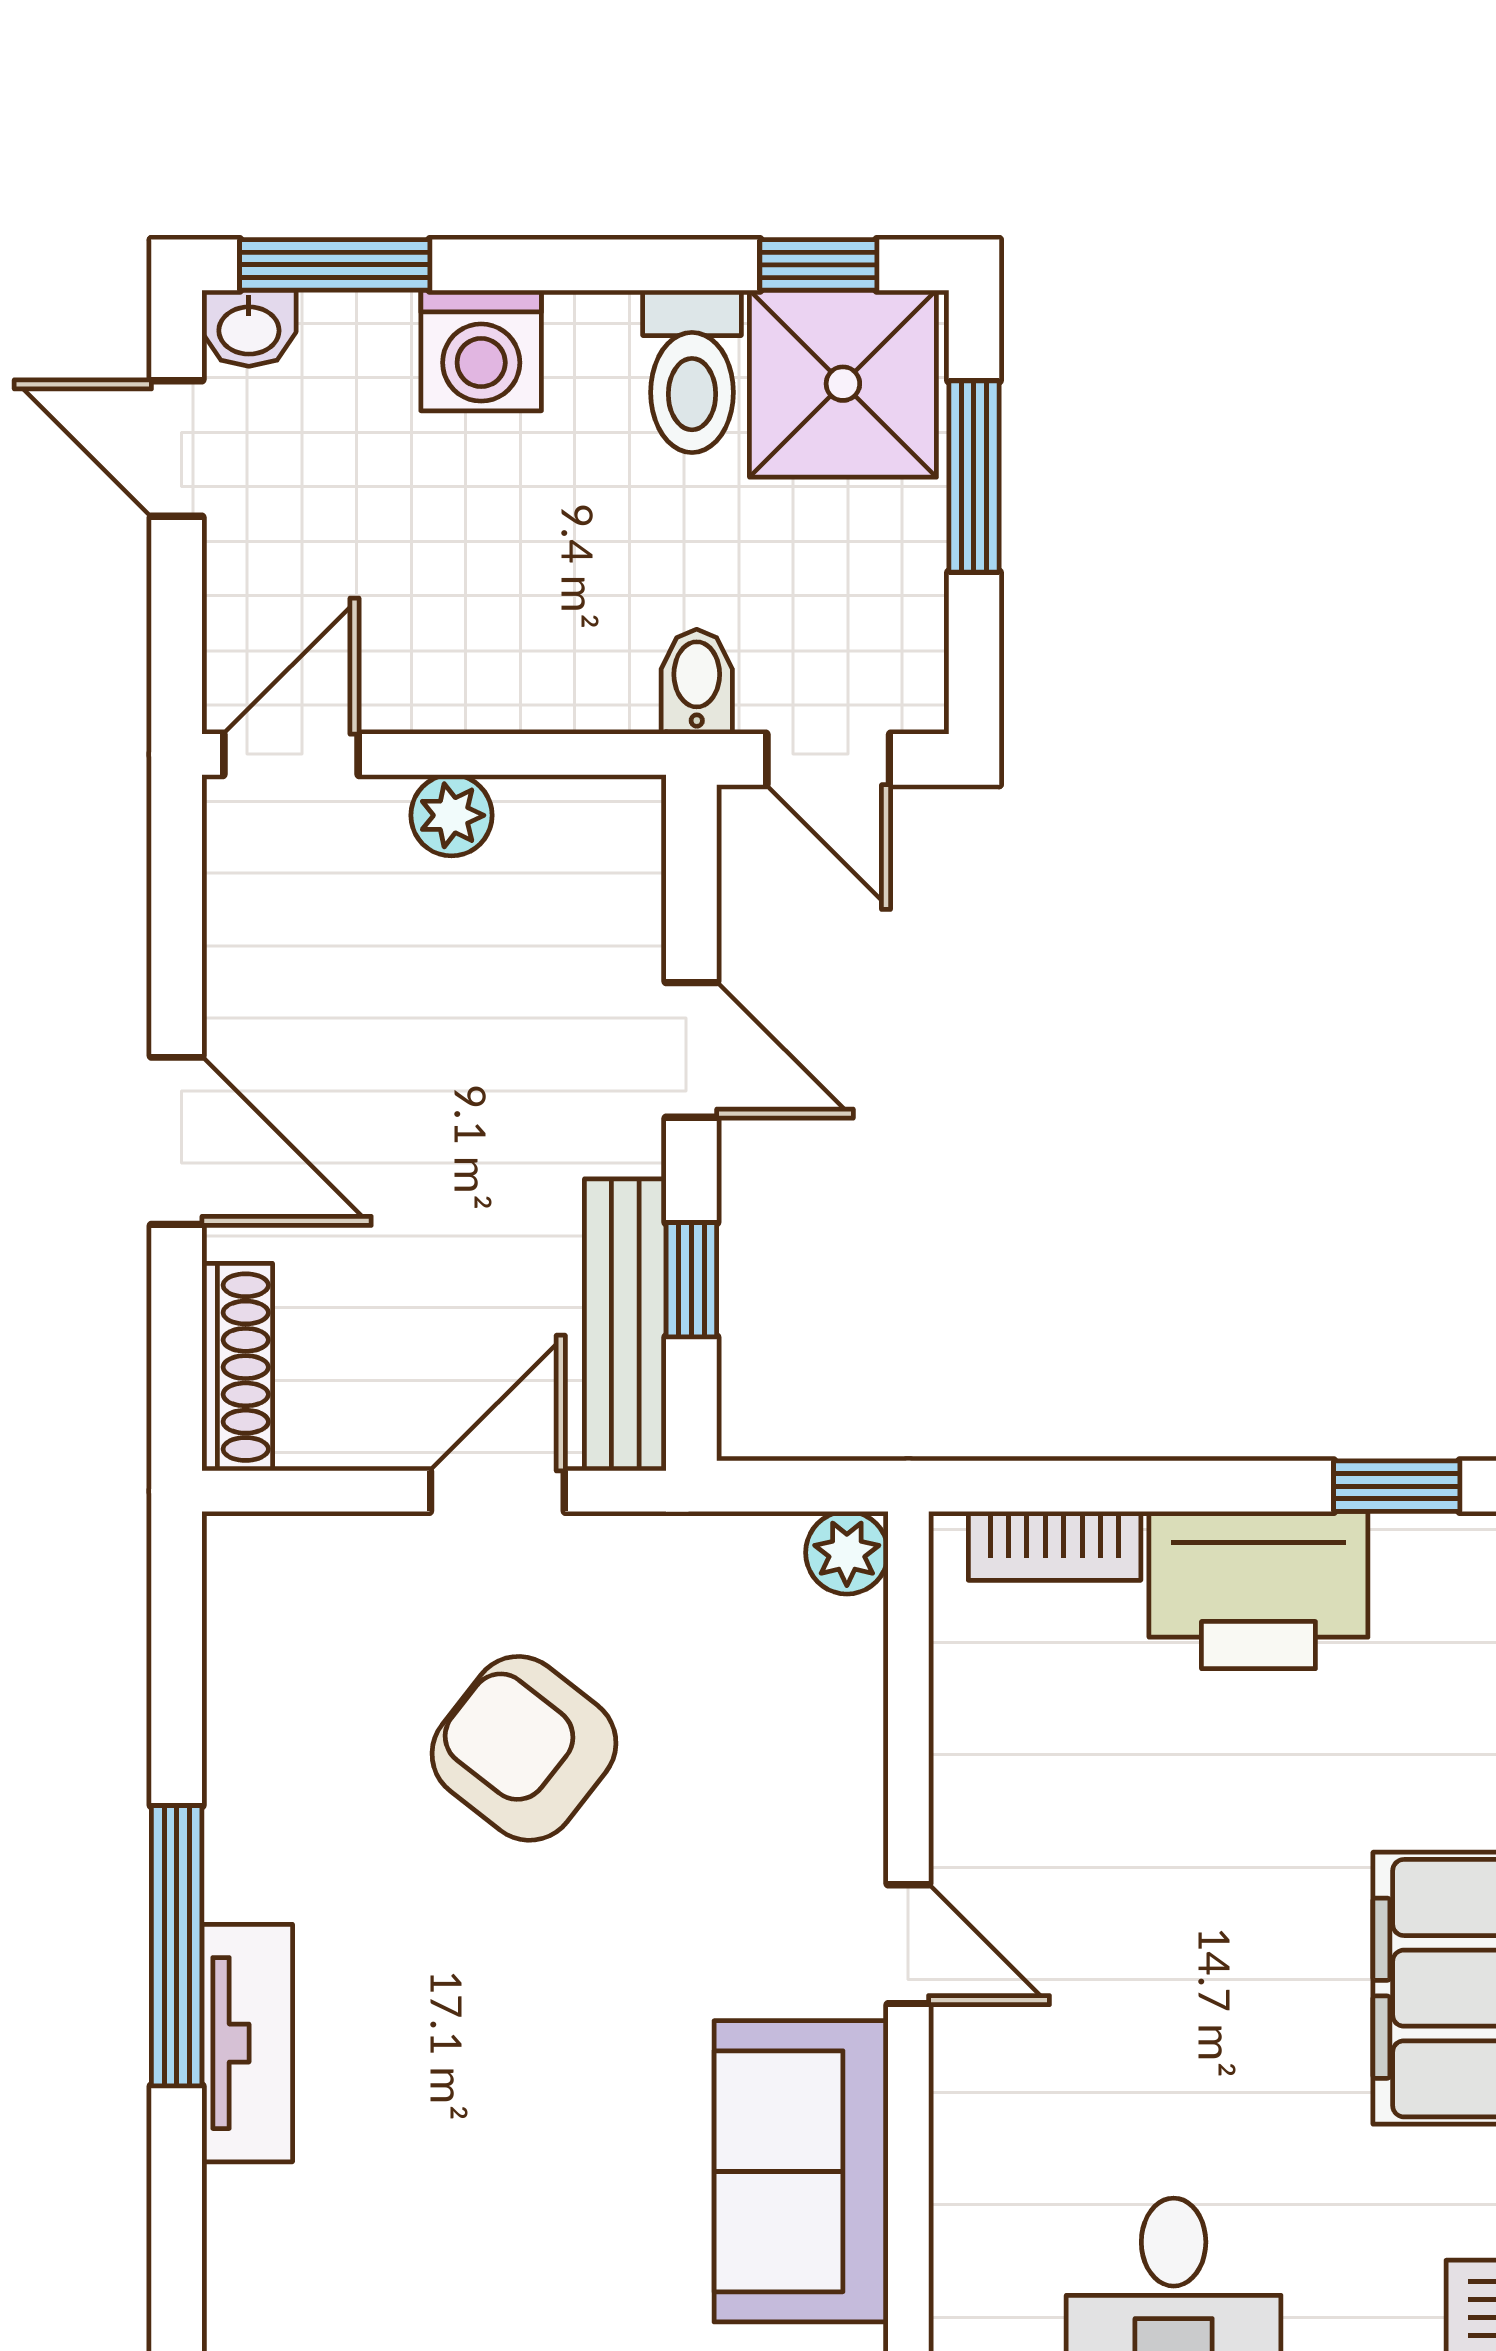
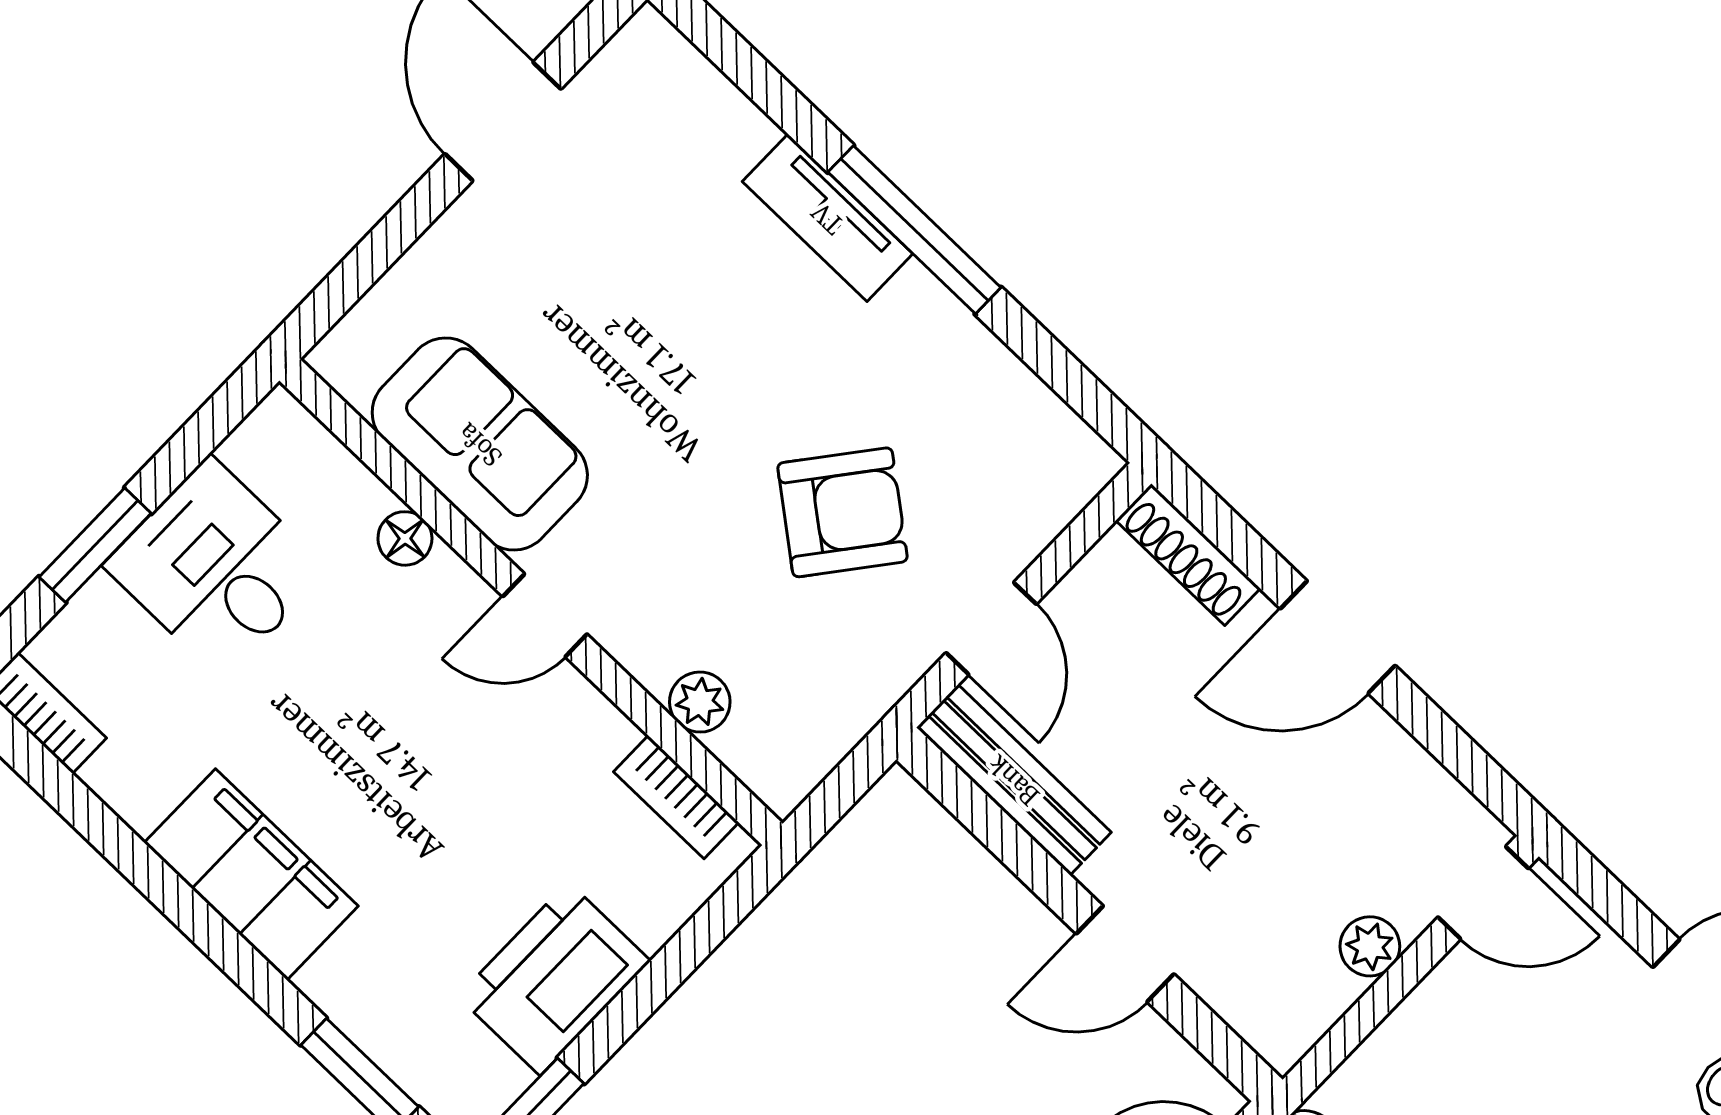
door: (291, 754) -> (1483, 893), hinge flipped
window: (691, 1280) -> (1004, 838), removed
bookcase: (1055, 1546) -> (676, 797), moved, turned -90
plant: (847, 1553) -> (700, 702), moved
floor lamp: (965, 2156) -> (405, 538), added

